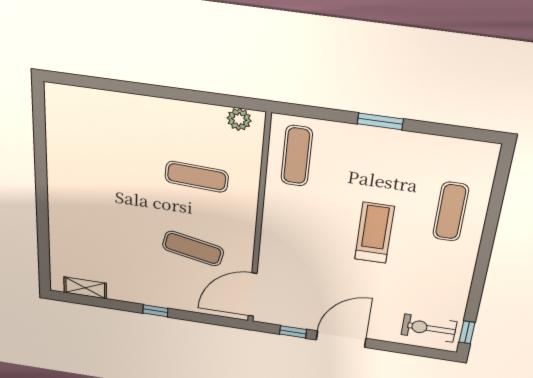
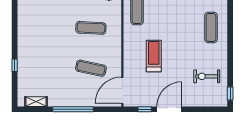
window: (43, 221) -> (15, 65), added
treadmill: (374, 233) -> (154, 56), moved
window: (155, 311) -> (73, 109), width x3.17
exercise bike: (429, 328) -> (207, 76), moved

